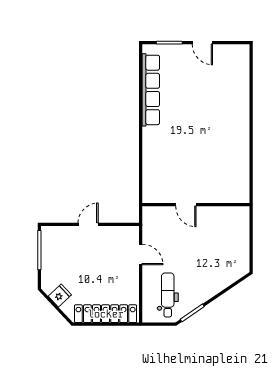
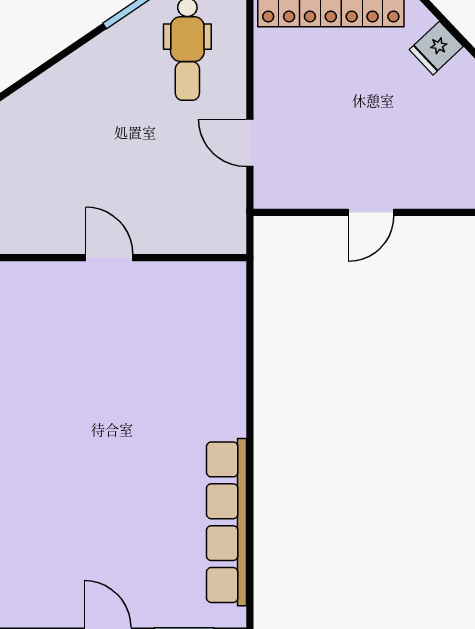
door: (186, 205) -> (109, 258), moved

